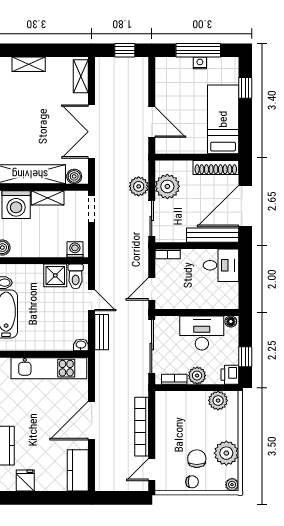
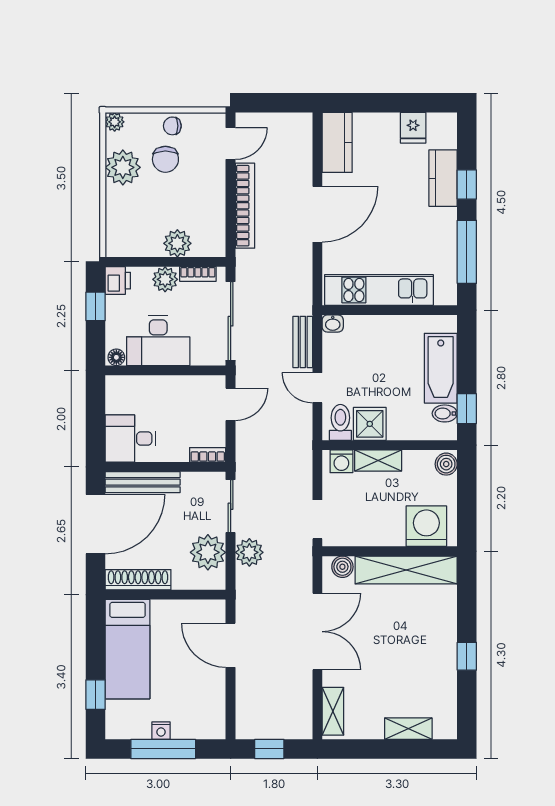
shelving: (48, 198) -> (378, 461), moved
plant: (218, 400) -> (177, 243), moved

